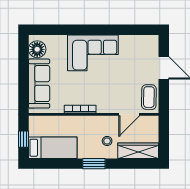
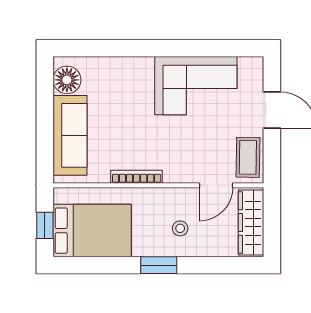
corner sofa: (93, 53) -> (196, 86), moved
bed: (53, 148) -> (92, 231), width x1.50
wardrobe: (138, 151) -> (251, 223), moved, turned -90

